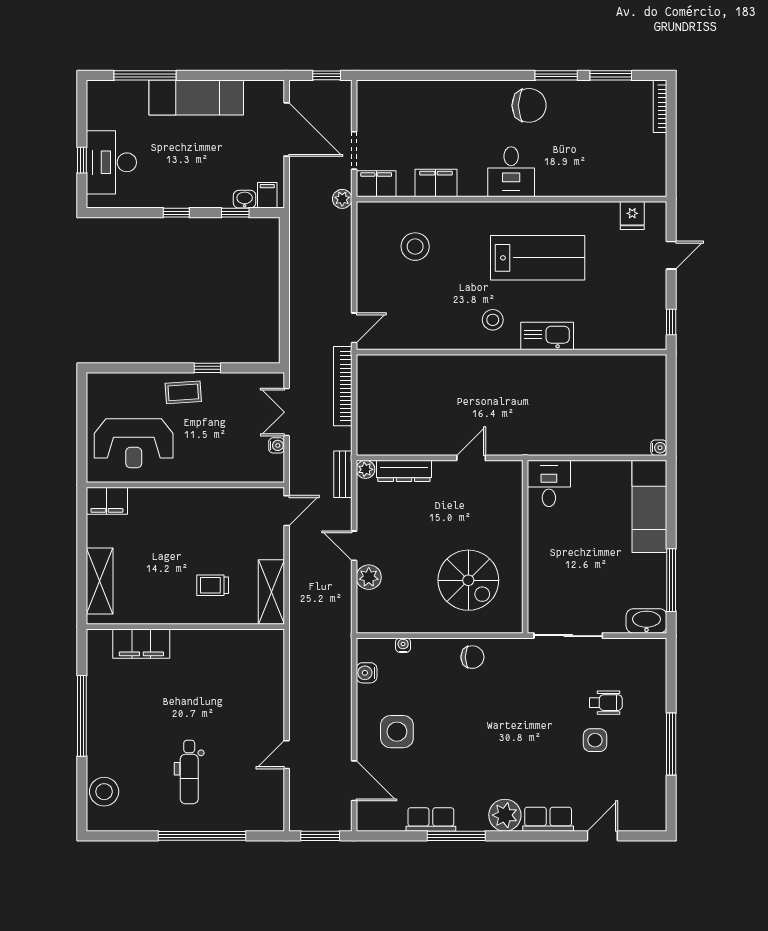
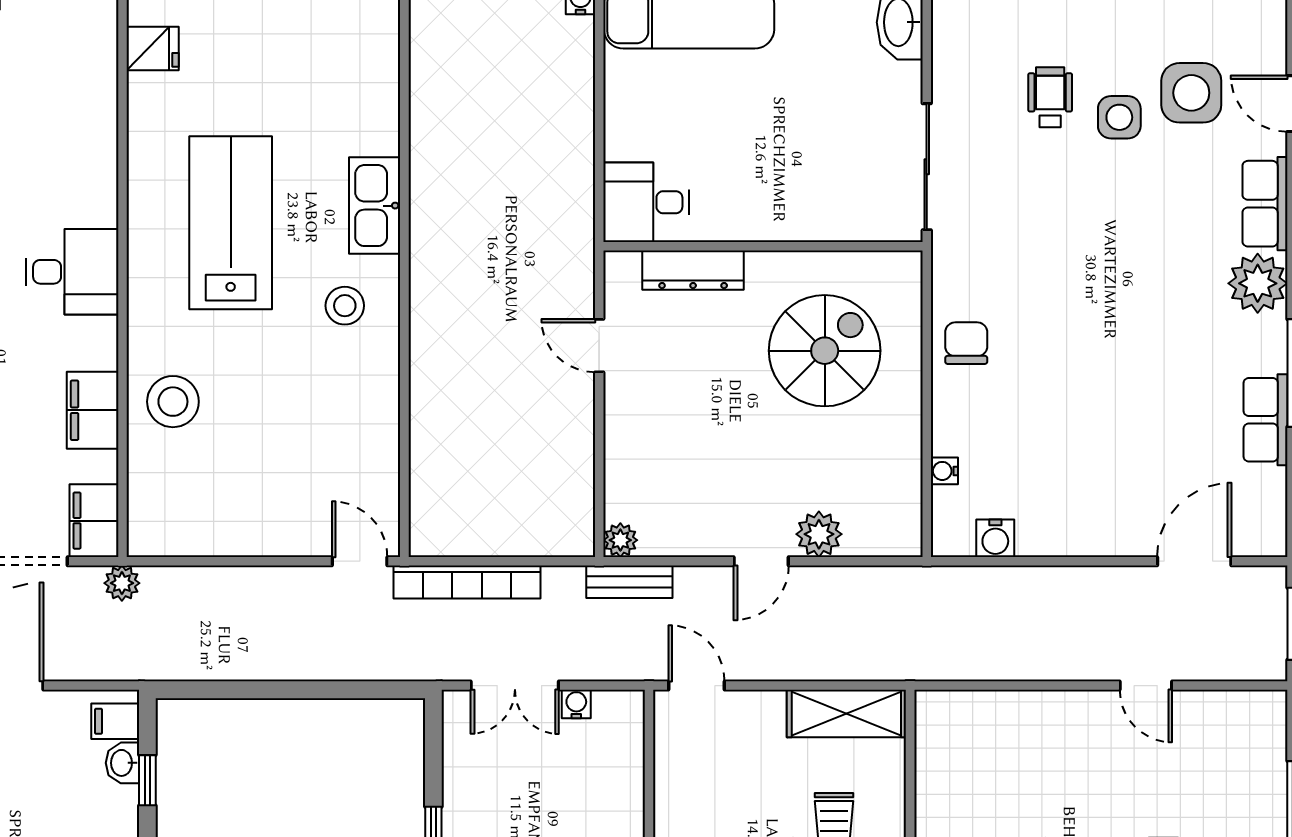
stool: (415, 247) -> (173, 402), moved
dresser: (404, 471) -> (693, 270), moved, turned 90
side table: (397, 732) -> (1191, 93), moved

